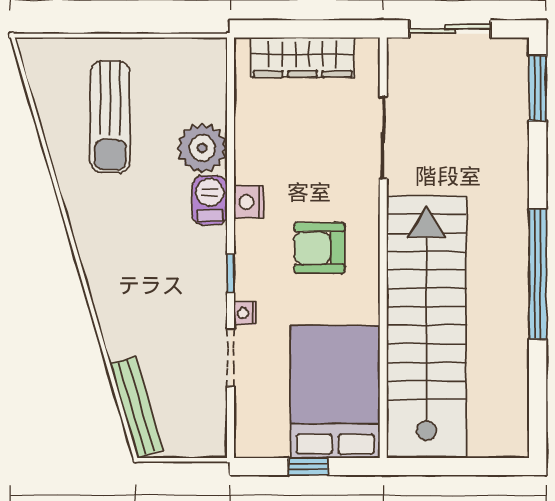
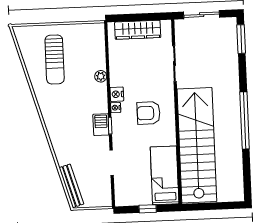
plant: (202, 148) -> (101, 76), width x0.53, depth x0.53
barbecue: (210, 200) -> (101, 125), moved
nightstand: (245, 313) -> (116, 108), moved
bed: (335, 392) -> (165, 175), width x0.67

